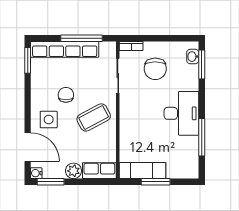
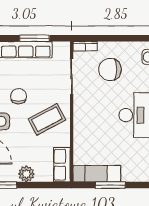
window: (81, 38) -> (34, 38), width x0.69
chair: (155, 69) -> (110, 70), turned 90
row of seats: (99, 171) -> (62, 165), moved, turned -90

